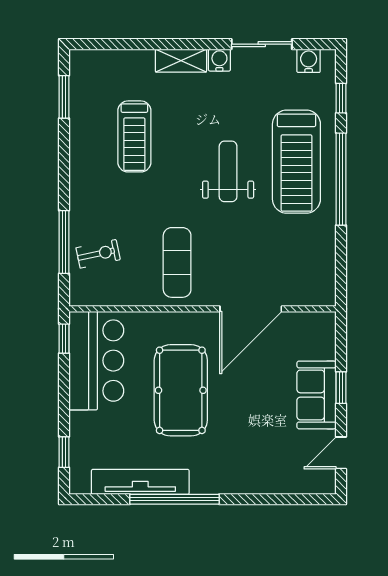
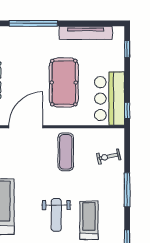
weight bench: (228, 171) -> (56, 215), moved
window: (64, 242) -> (127, 190), moved
window: (174, 499) -> (33, 23), moved

